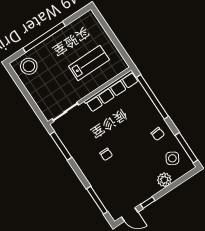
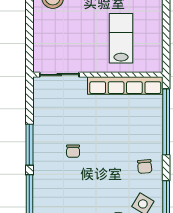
lab bench: (89, 63) -> (121, 38), turned -90
window: (61, 146) -> (29, 145), moved

